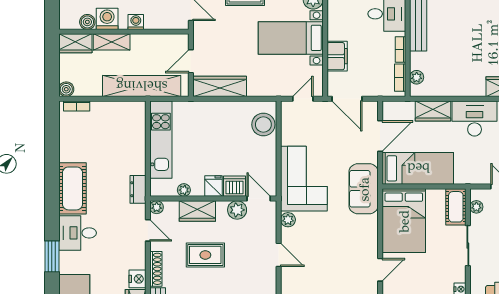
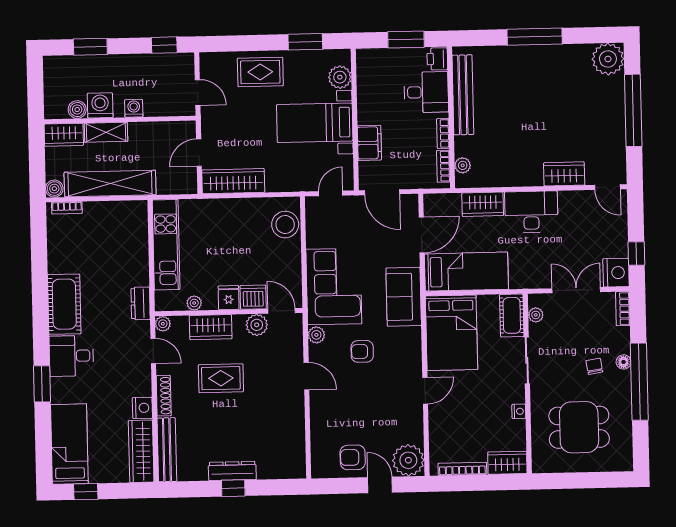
shelving: (142, 86) -> (110, 184), moved
armchair: (327, 235) -> (362, 351), added

